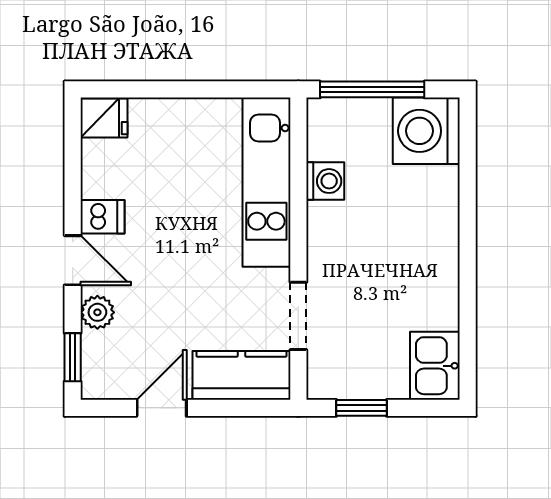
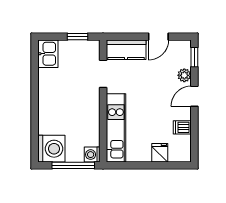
fridge: (104, 118) -> (160, 153), moved, turned 90
washing machine: (325, 181) -> (92, 155), moved
dishwasher: (103, 217) -> (182, 127), moved
door: (73, 260) -> (194, 96), hinge flipped

